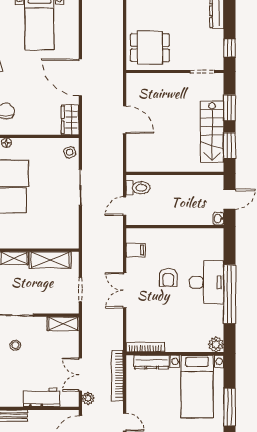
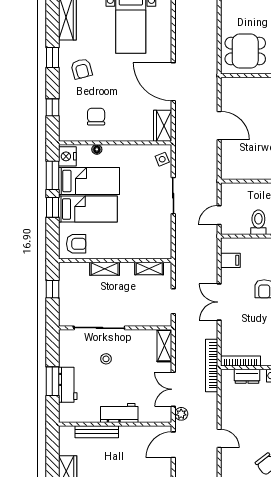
toilet: (138, 188) -> (258, 222), moved, turned -90
shelving: (50, 260) -> (149, 269), width x0.67, depth x0.75
shelving: (63, 324) -> (164, 346), moved, turned 90
dresser: (152, 362) -> (247, 376), width x0.70
bookcase: (117, 375) -> (212, 365), moved
workbench: (41, 397) -> (119, 413), moved

